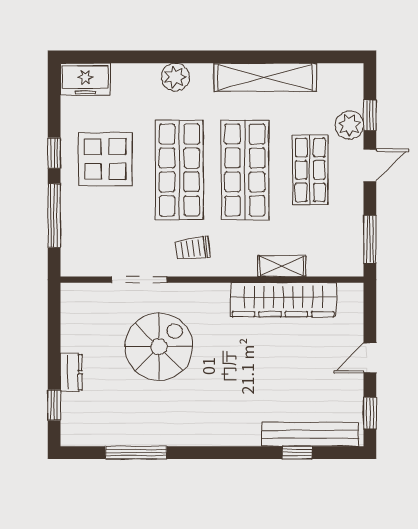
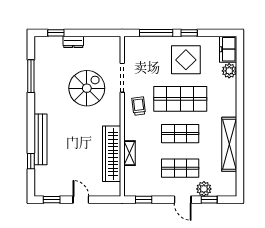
plant: (175, 77) -> (229, 71), moved
shop shelf: (245, 170) -> (180, 134), width x0.70, depth x0.74
window: (370, 239) -> (144, 200), width x0.67
spiral stairs: (159, 347) -> (87, 88), turned -90
bench: (310, 434) -> (41, 139), moved

